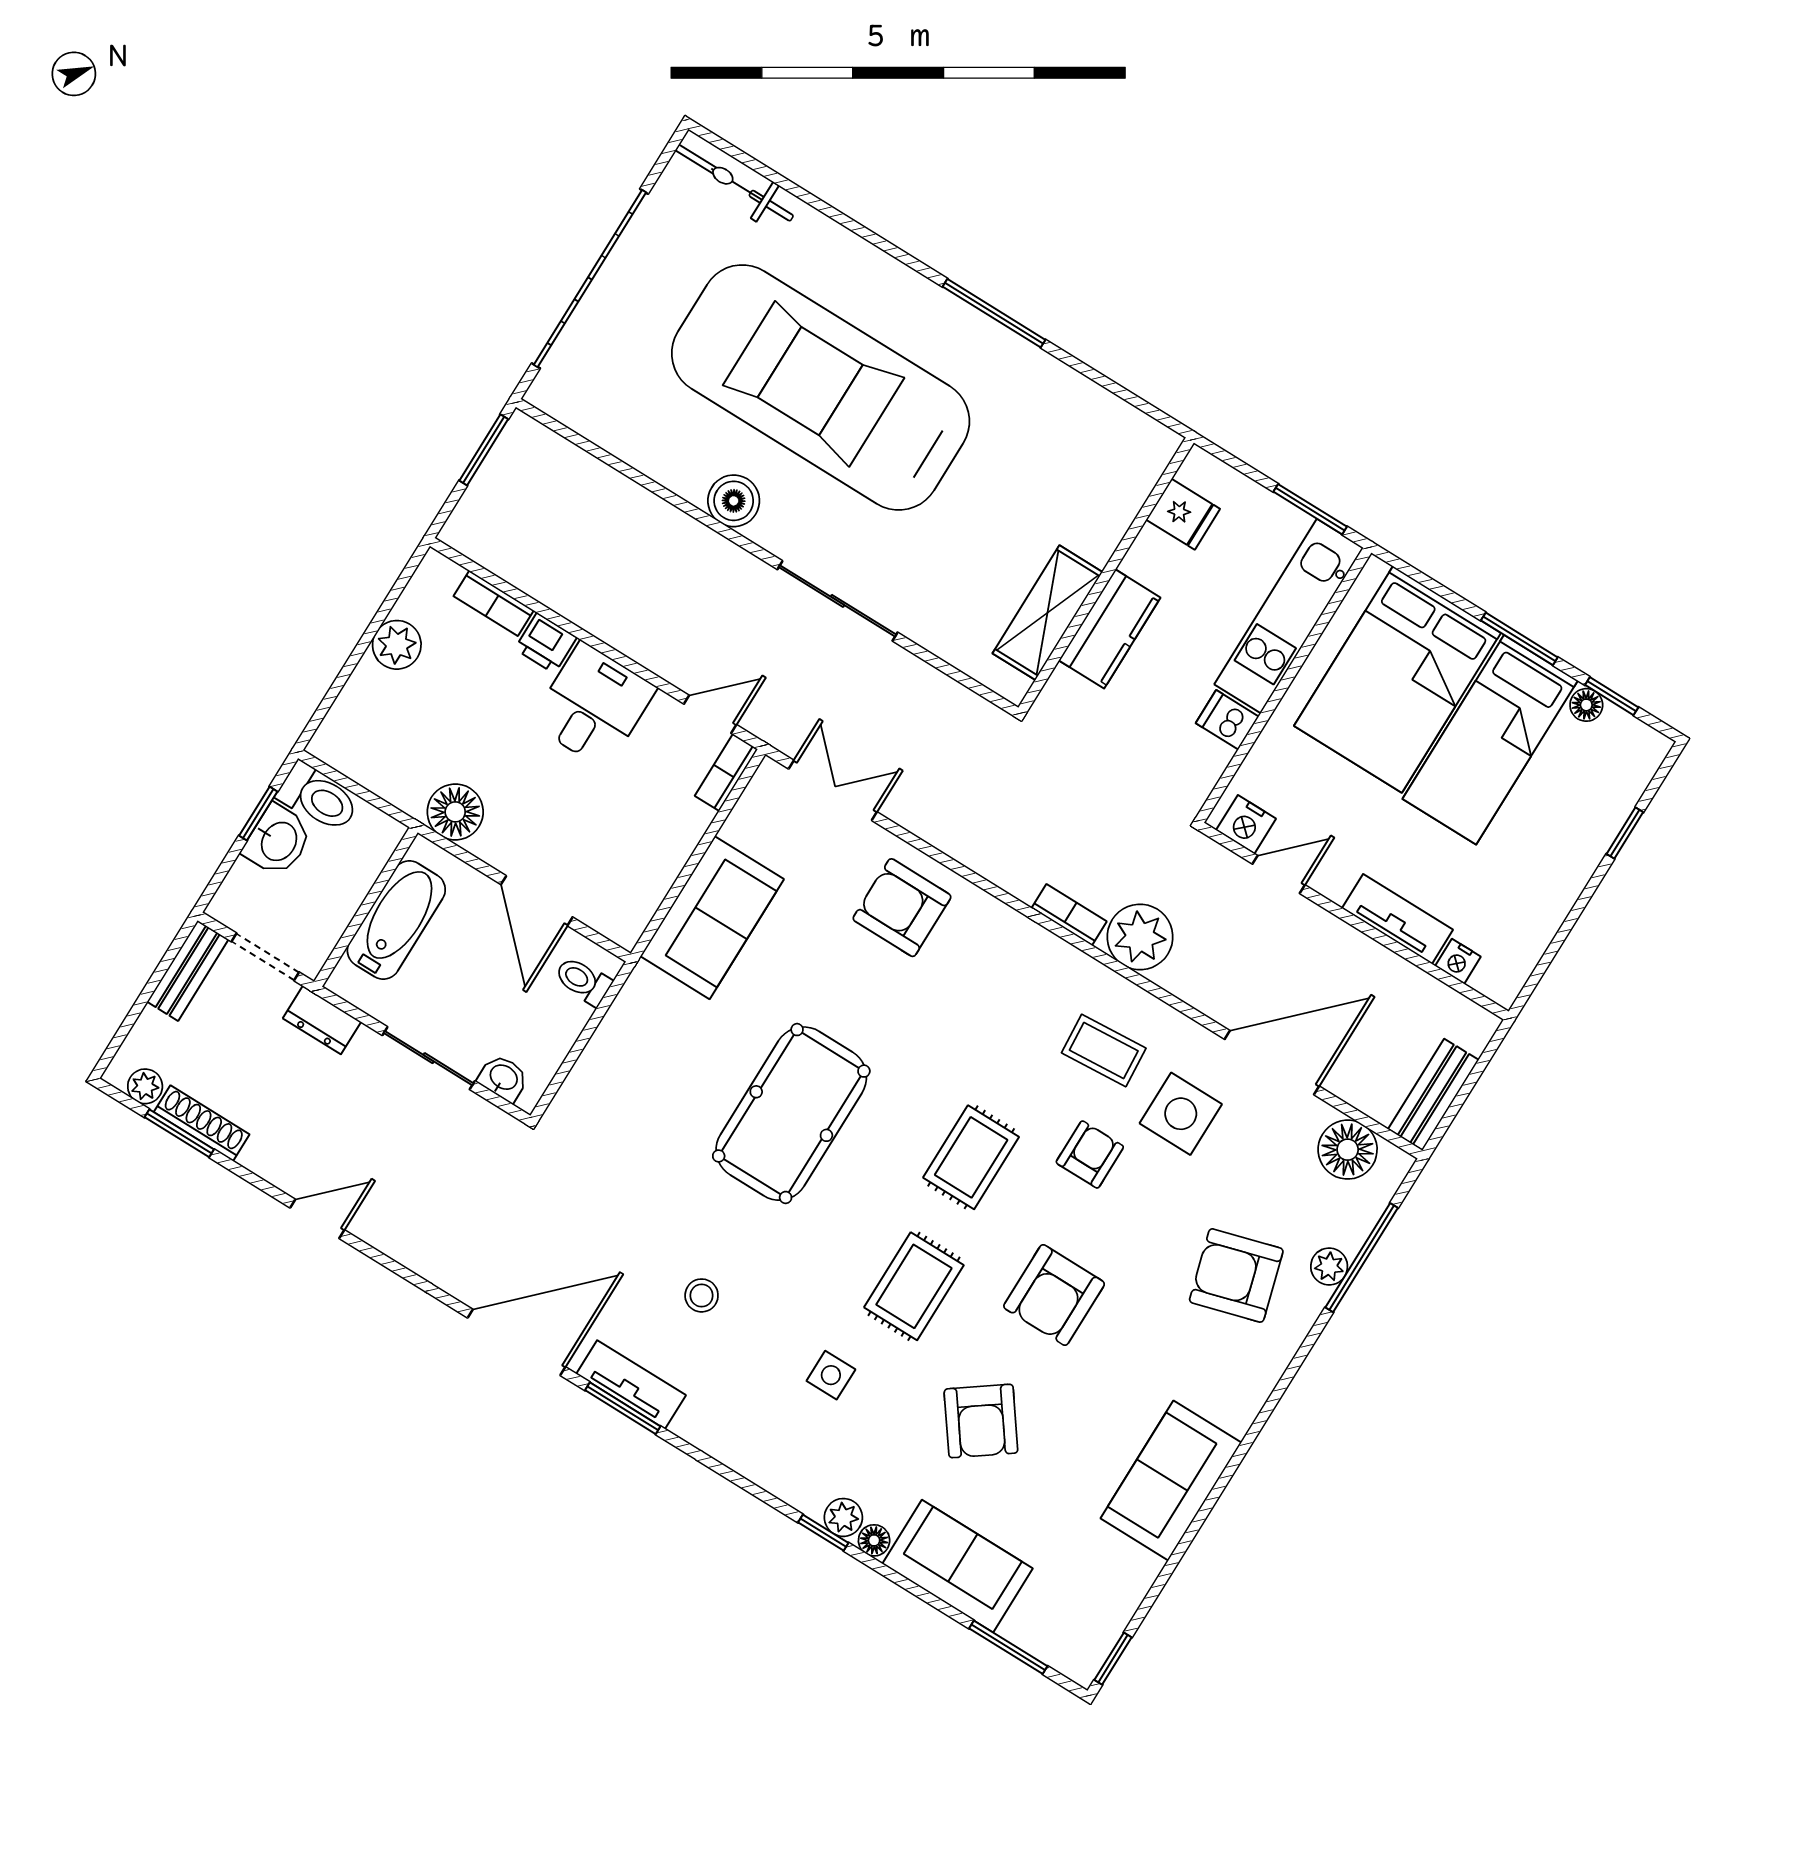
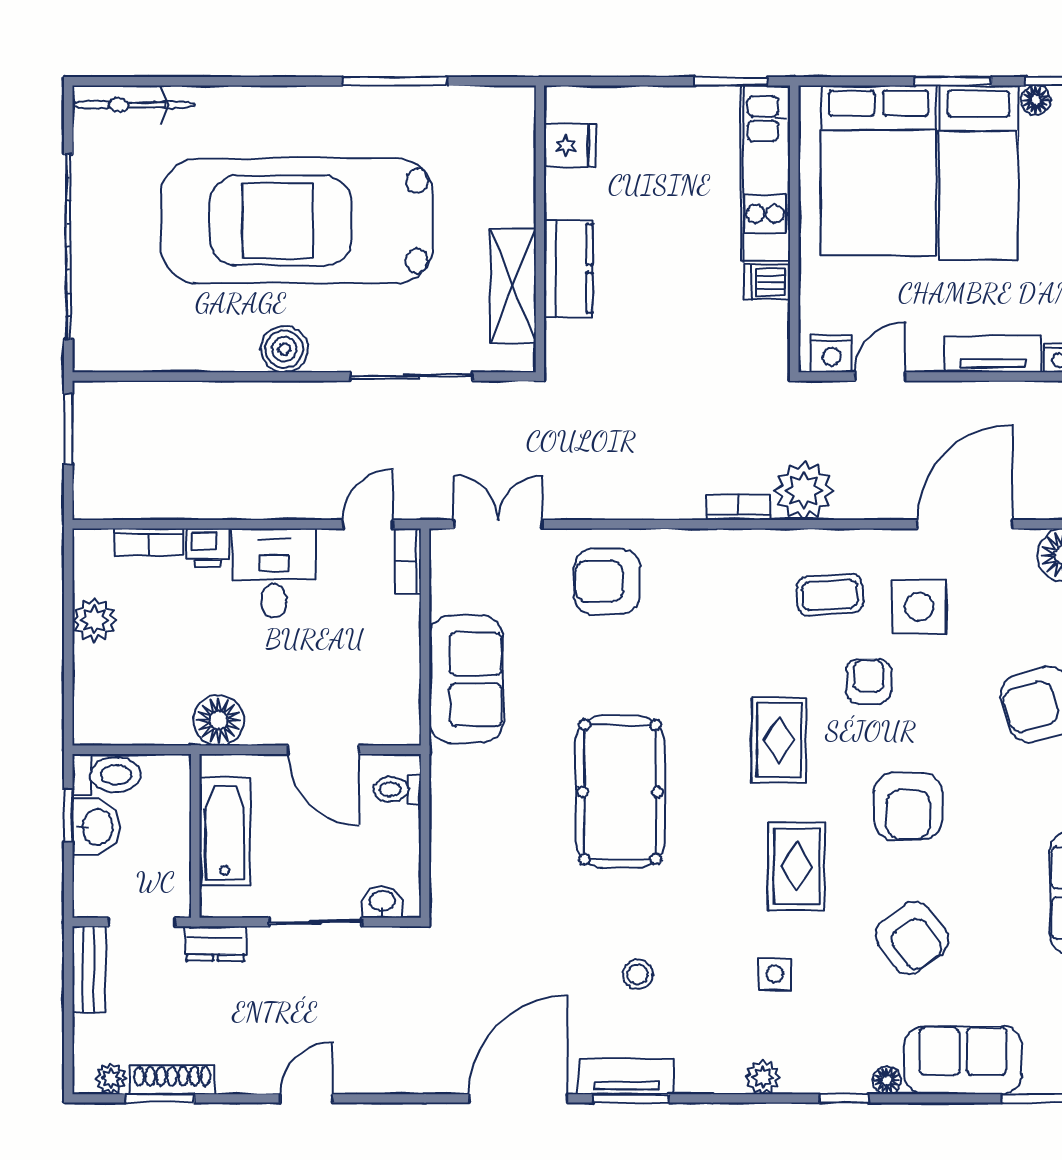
fridge: (1183, 514) -> (570, 146), moved
wall: (1106, 575) -> (540, 229), moved
shelving: (1048, 613) -> (513, 286), moved
kitchen counter: (1110, 629) -> (568, 269), moved
plant: (843, 1517) -> (763, 1077), moved

